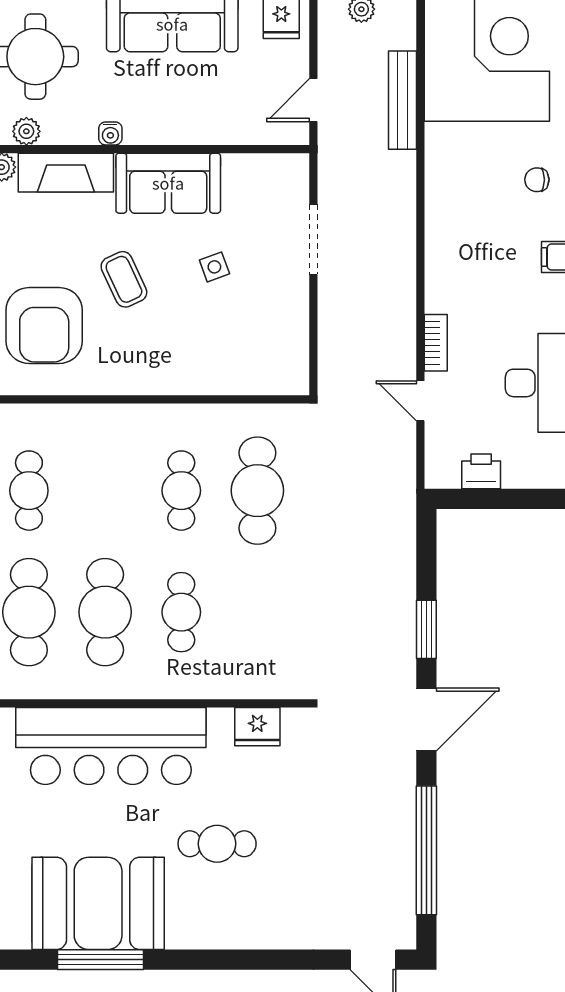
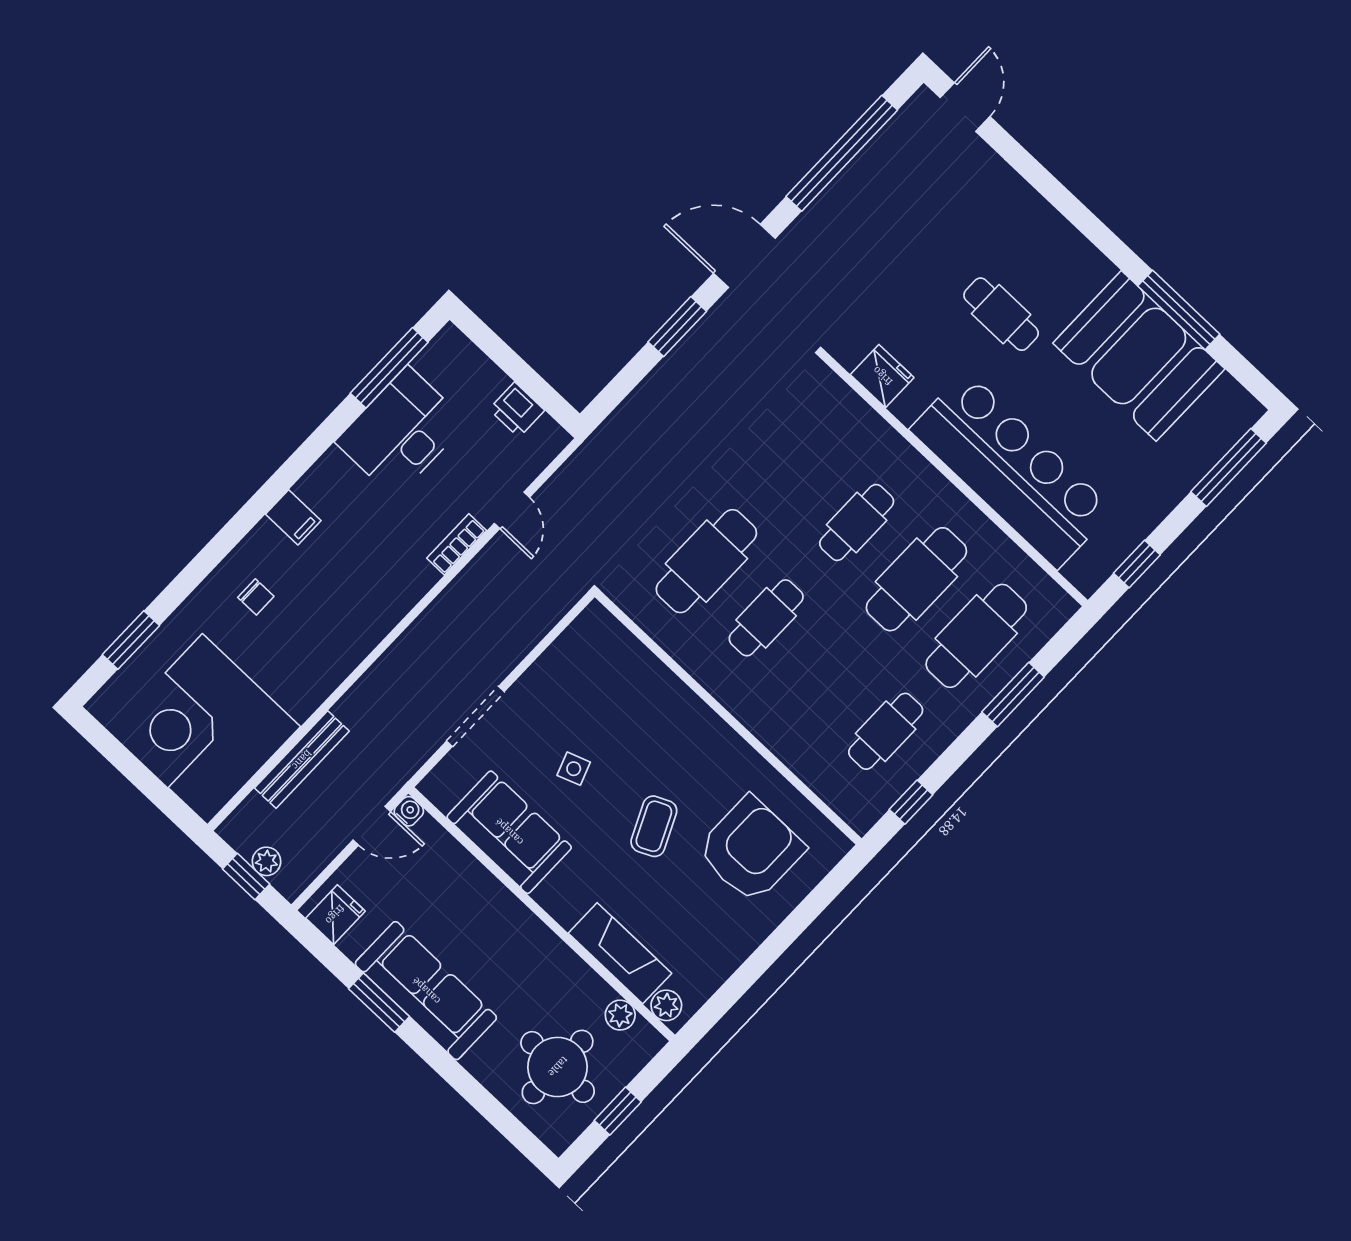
water cooler: (110, 133) -> (409, 811), moved
sofa: (168, 183) -> (509, 832), moved

